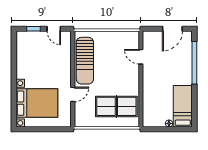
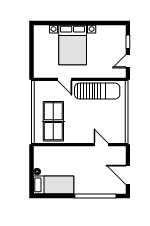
door: (141, 57) -> (101, 145), hinge flipped
sun lounger: (85, 61) -> (97, 91), turned 180
bed with nightstands: (37, 103) -> (73, 45), moved

